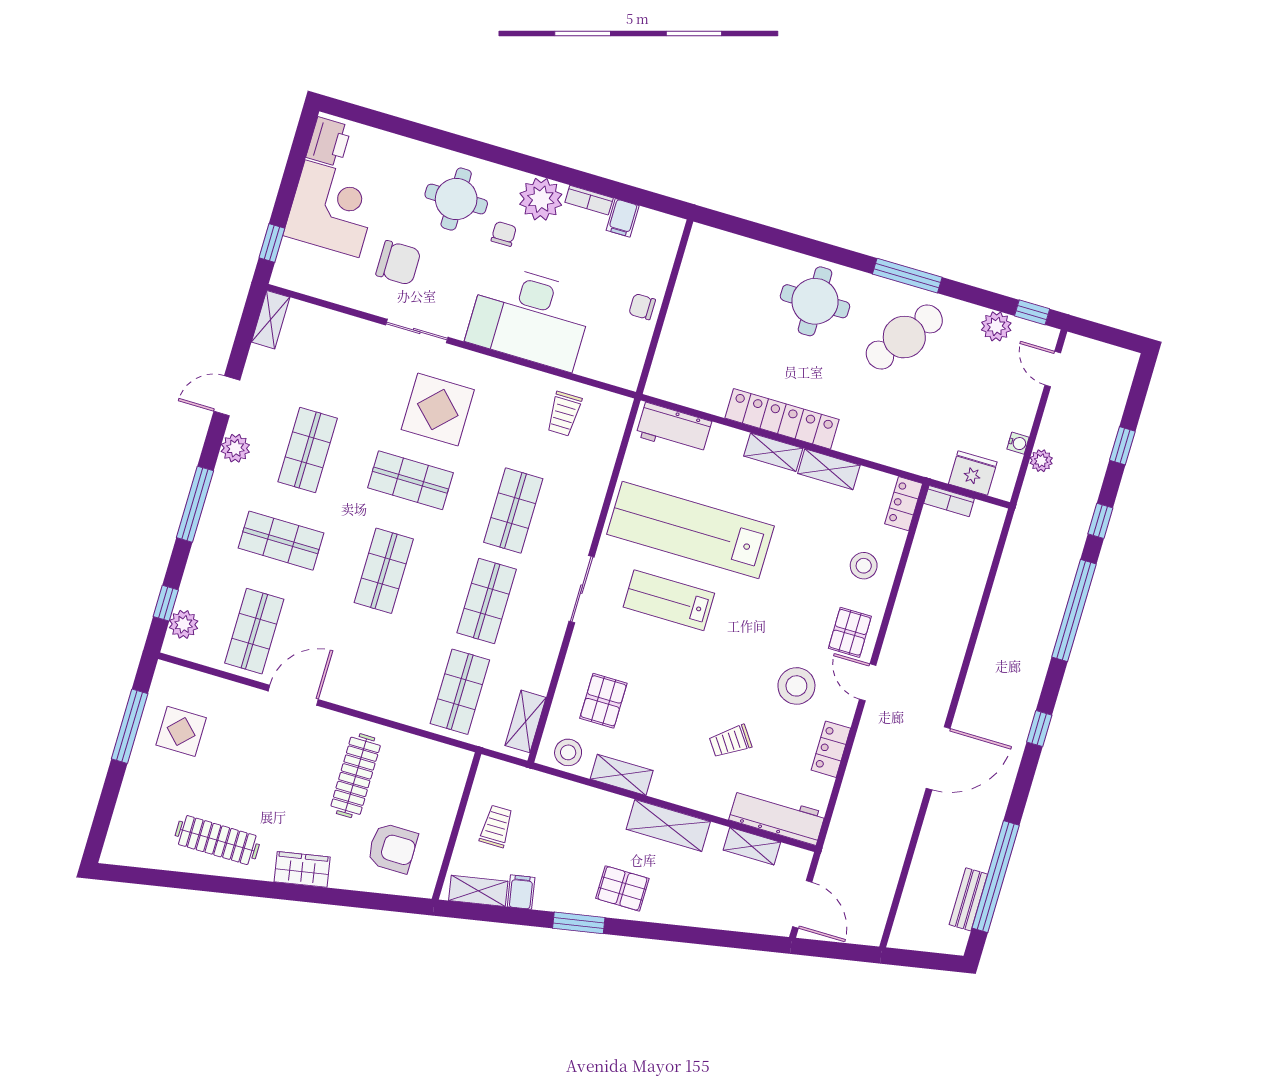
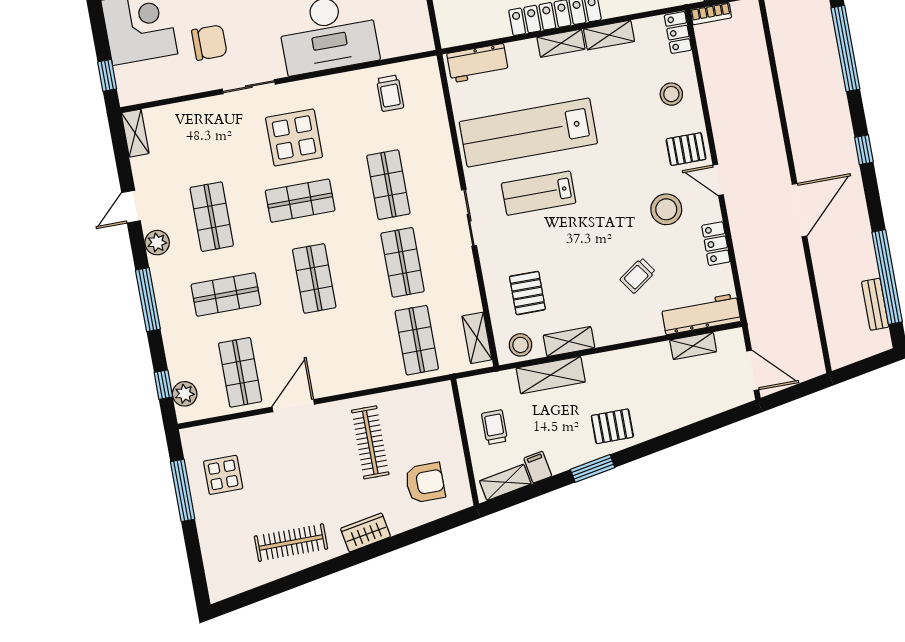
pallet: (850, 632) -> (686, 149), turned 90
shelving: (668, 825) -> (551, 375), moved

